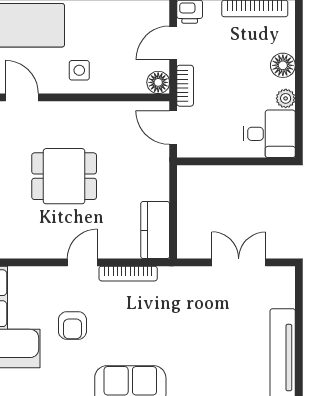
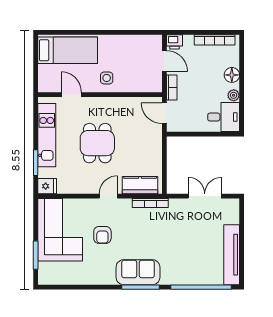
door: (173, 43) -> (164, 61), swing flipped
floor lamp: (158, 82) -> (155, 85), removed
dining table: (64, 176) -> (97, 143), turned 90
kitchen counter: (155, 230) -> (140, 185), moved, turned 90
bookcase: (128, 274) -> (150, 203), moved

